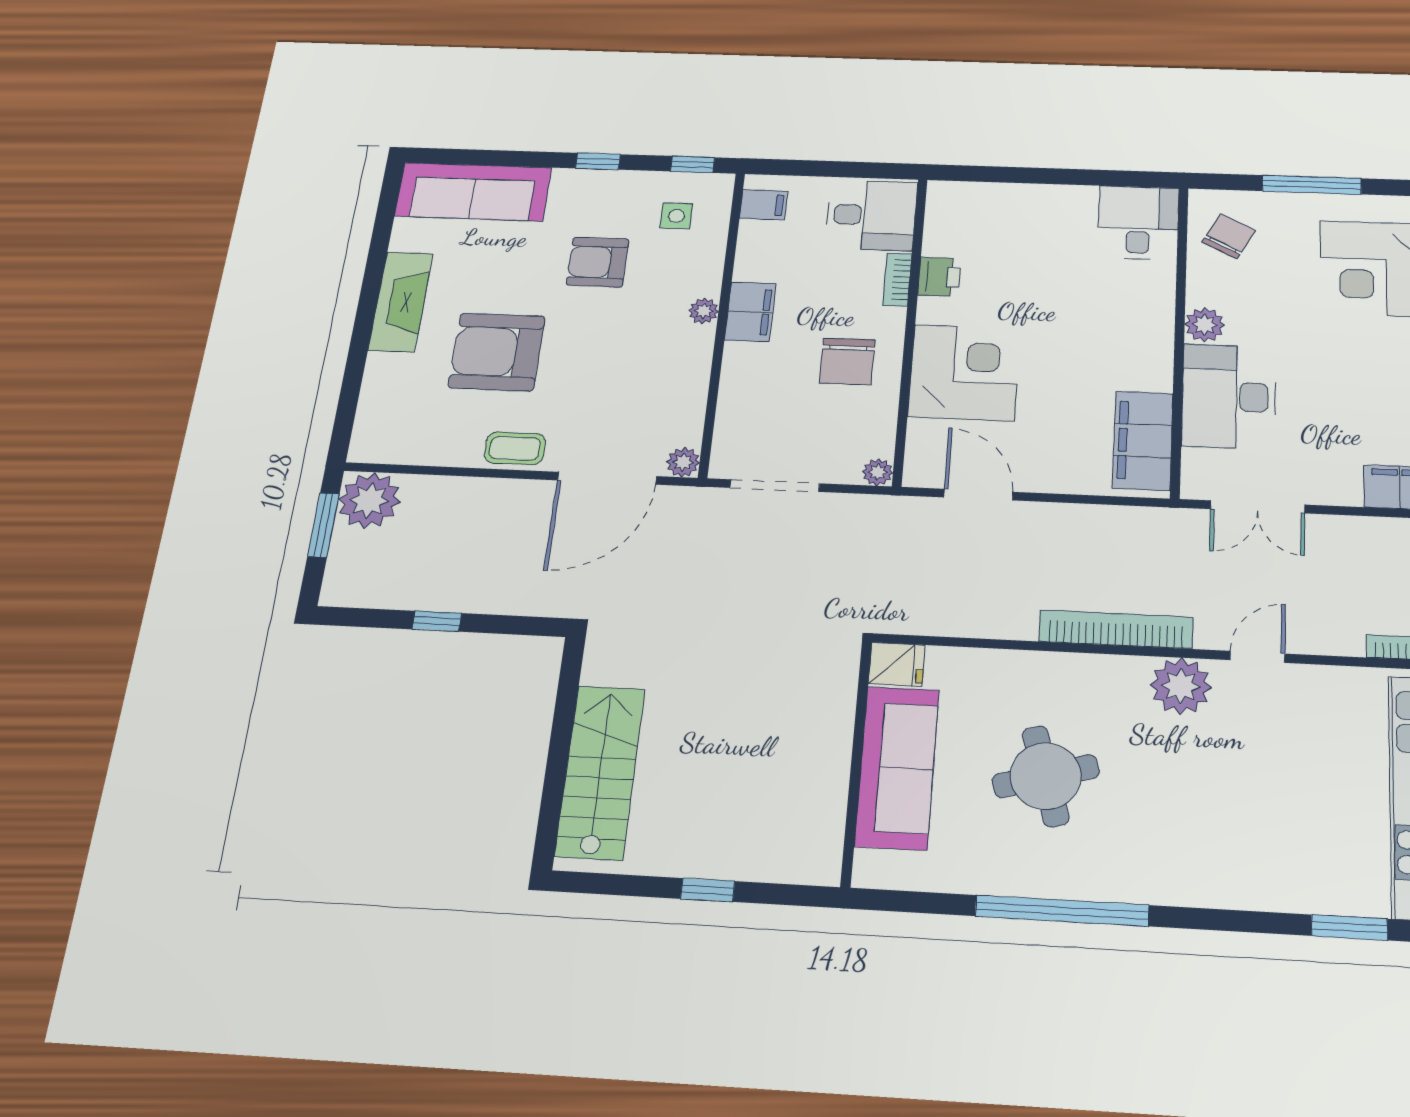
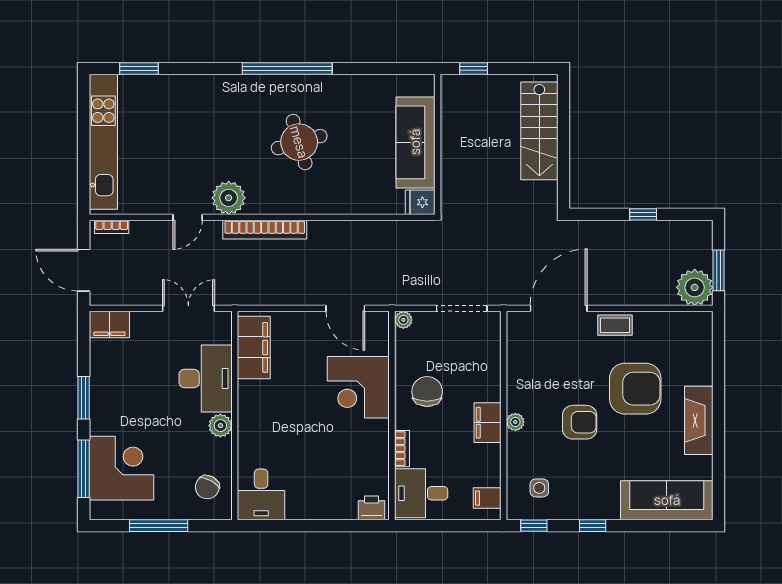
armchair: (598, 262) -> (580, 422), moved
printer: (939, 277) -> (371, 508), moved, turned 90
plant: (683, 462) -> (516, 321), removed
fridge: (897, 664) -> (420, 202), moved
wall: (856, 762) -> (438, 144), moved
sofa: (897, 767) -> (415, 142), moved

